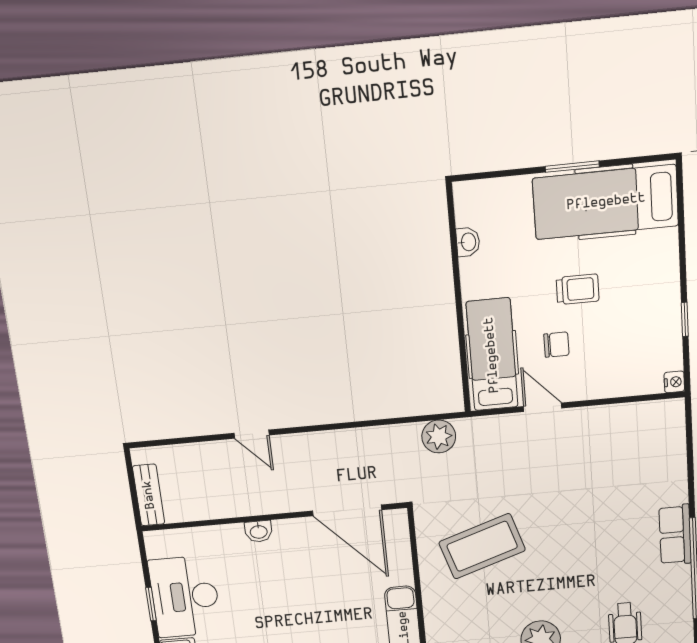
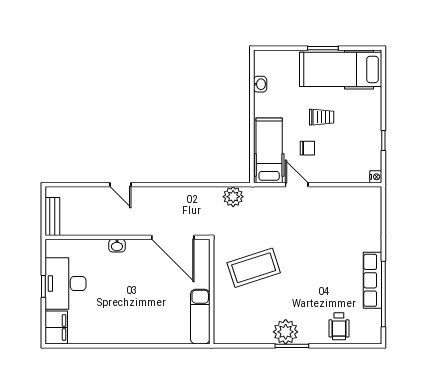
row of seats: (675, 535) -> (372, 280), width x1.48

